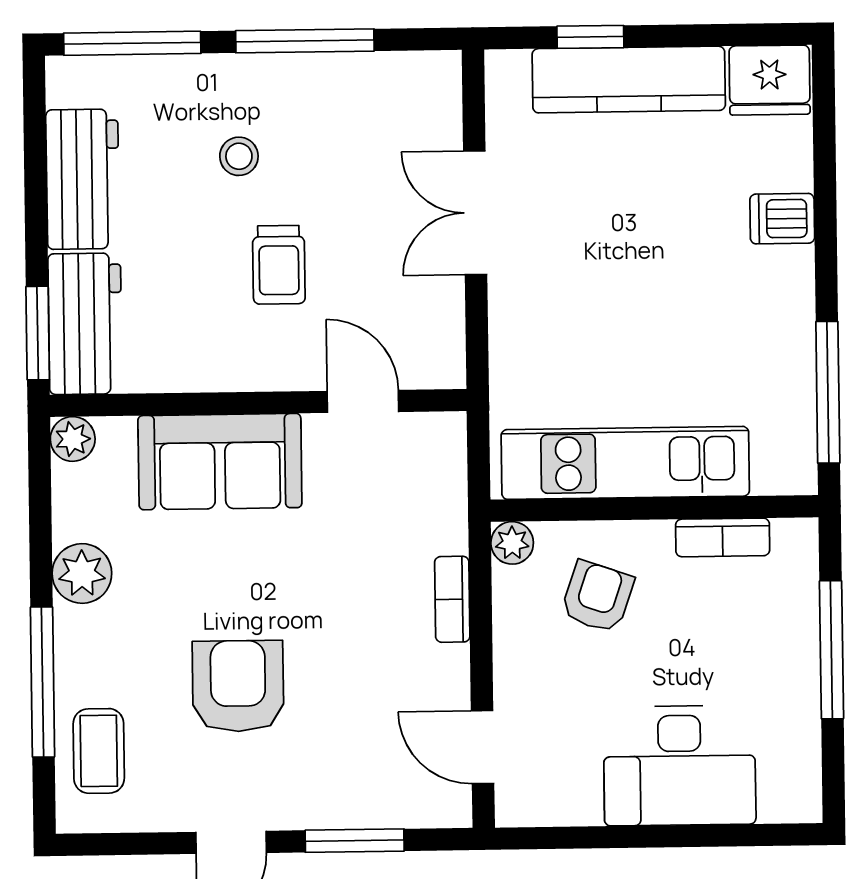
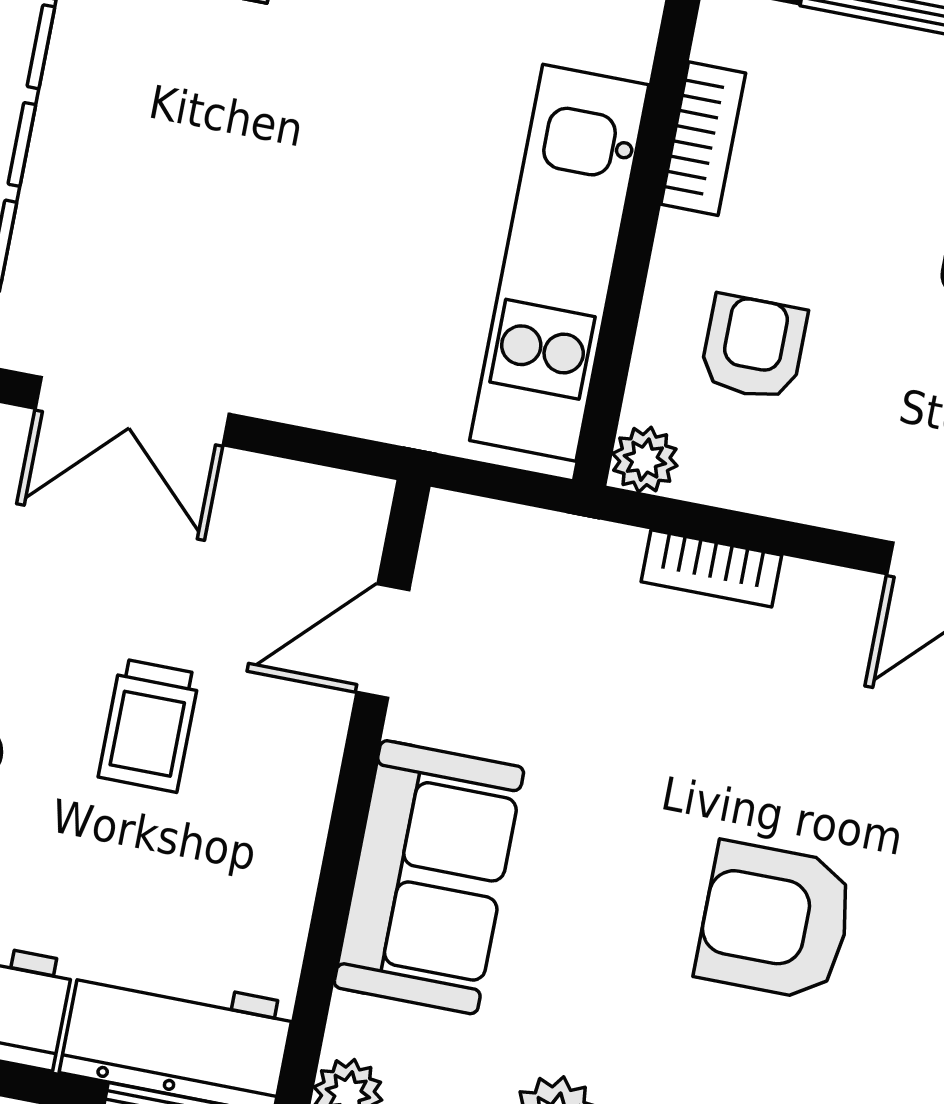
trolley: (279, 265) -> (149, 725), turned 90
armchair: (597, 597) -> (753, 347), turned 71

